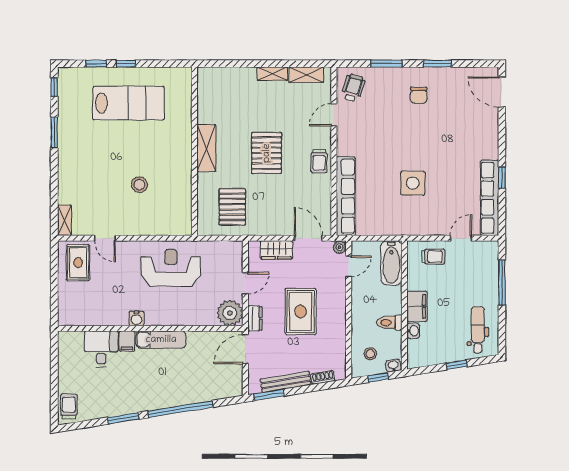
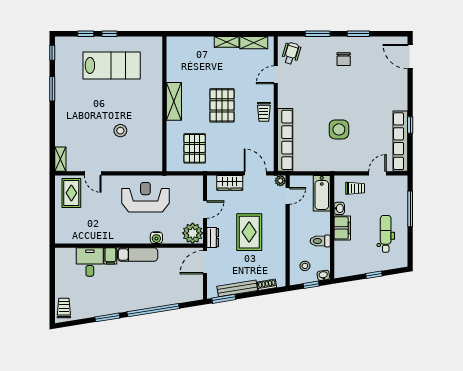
water cooler: (136, 318) -> (156, 238), moved
dental chair: (478, 330) -> (386, 234), moved
washbasin: (413, 331) -> (339, 208), moved

